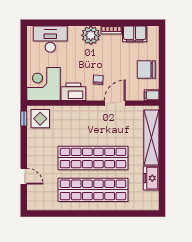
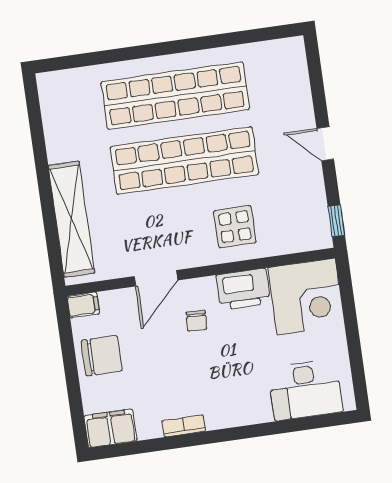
filing cabinet: (135, 34) -> (110, 428), moved
plant: (91, 35) -> (224, 409), removed
display table: (40, 119) -> (235, 227), moved
door: (24, 176) -> (325, 144), moved
freezer: (151, 178) -> (60, 137), removed

